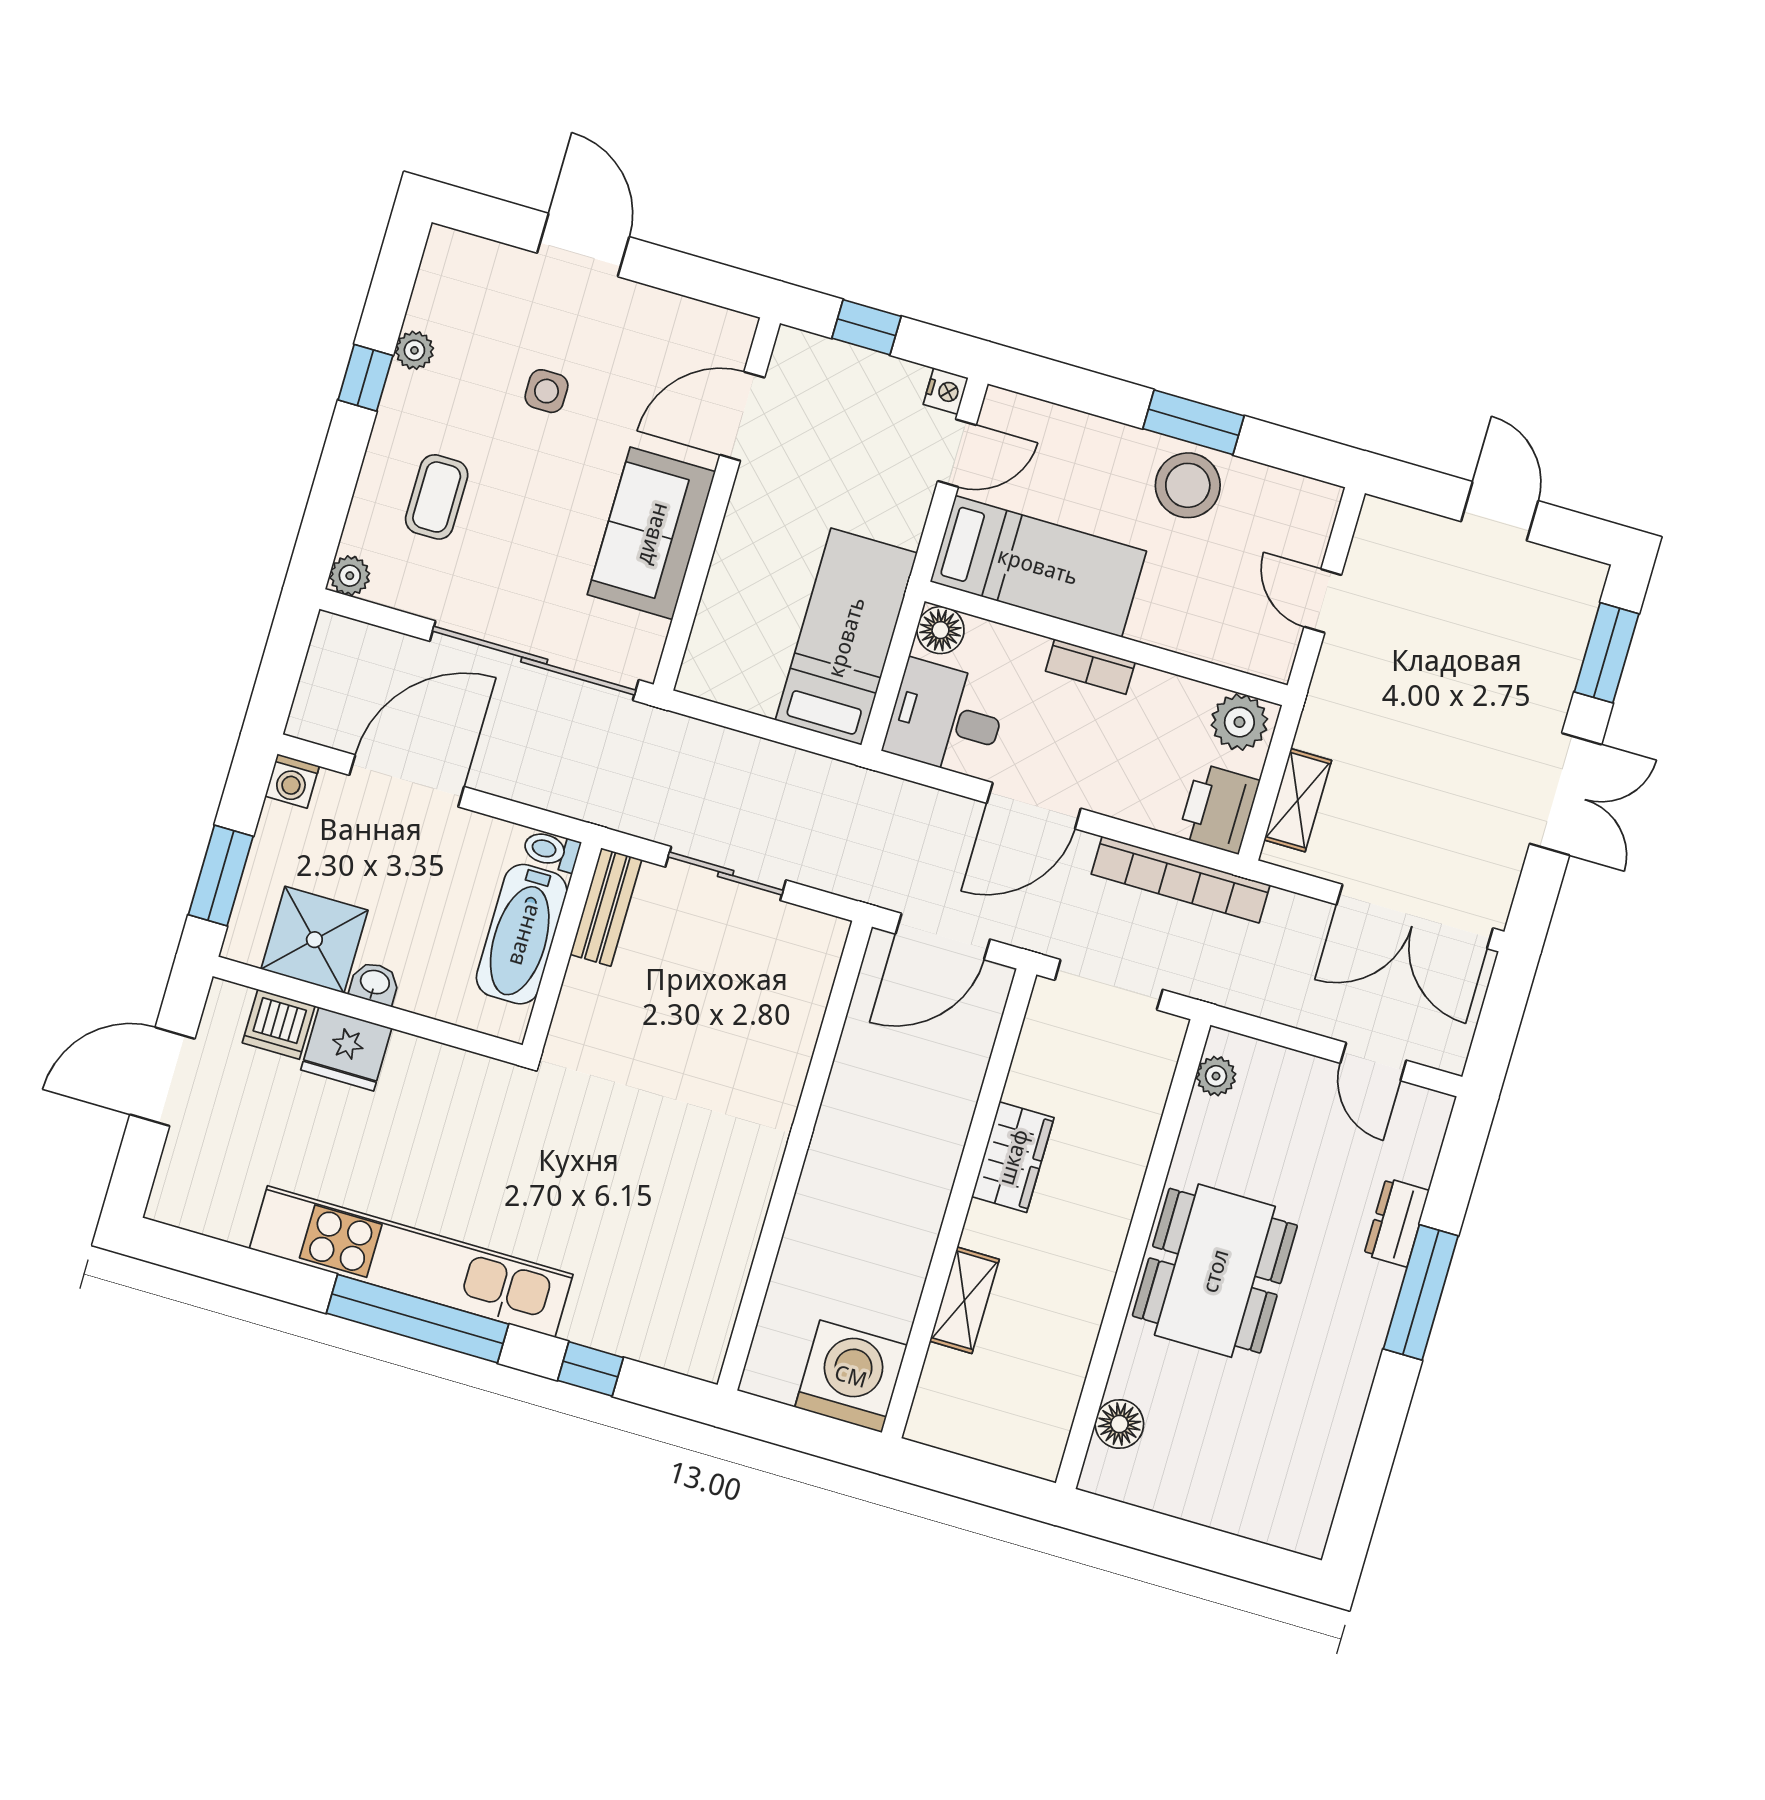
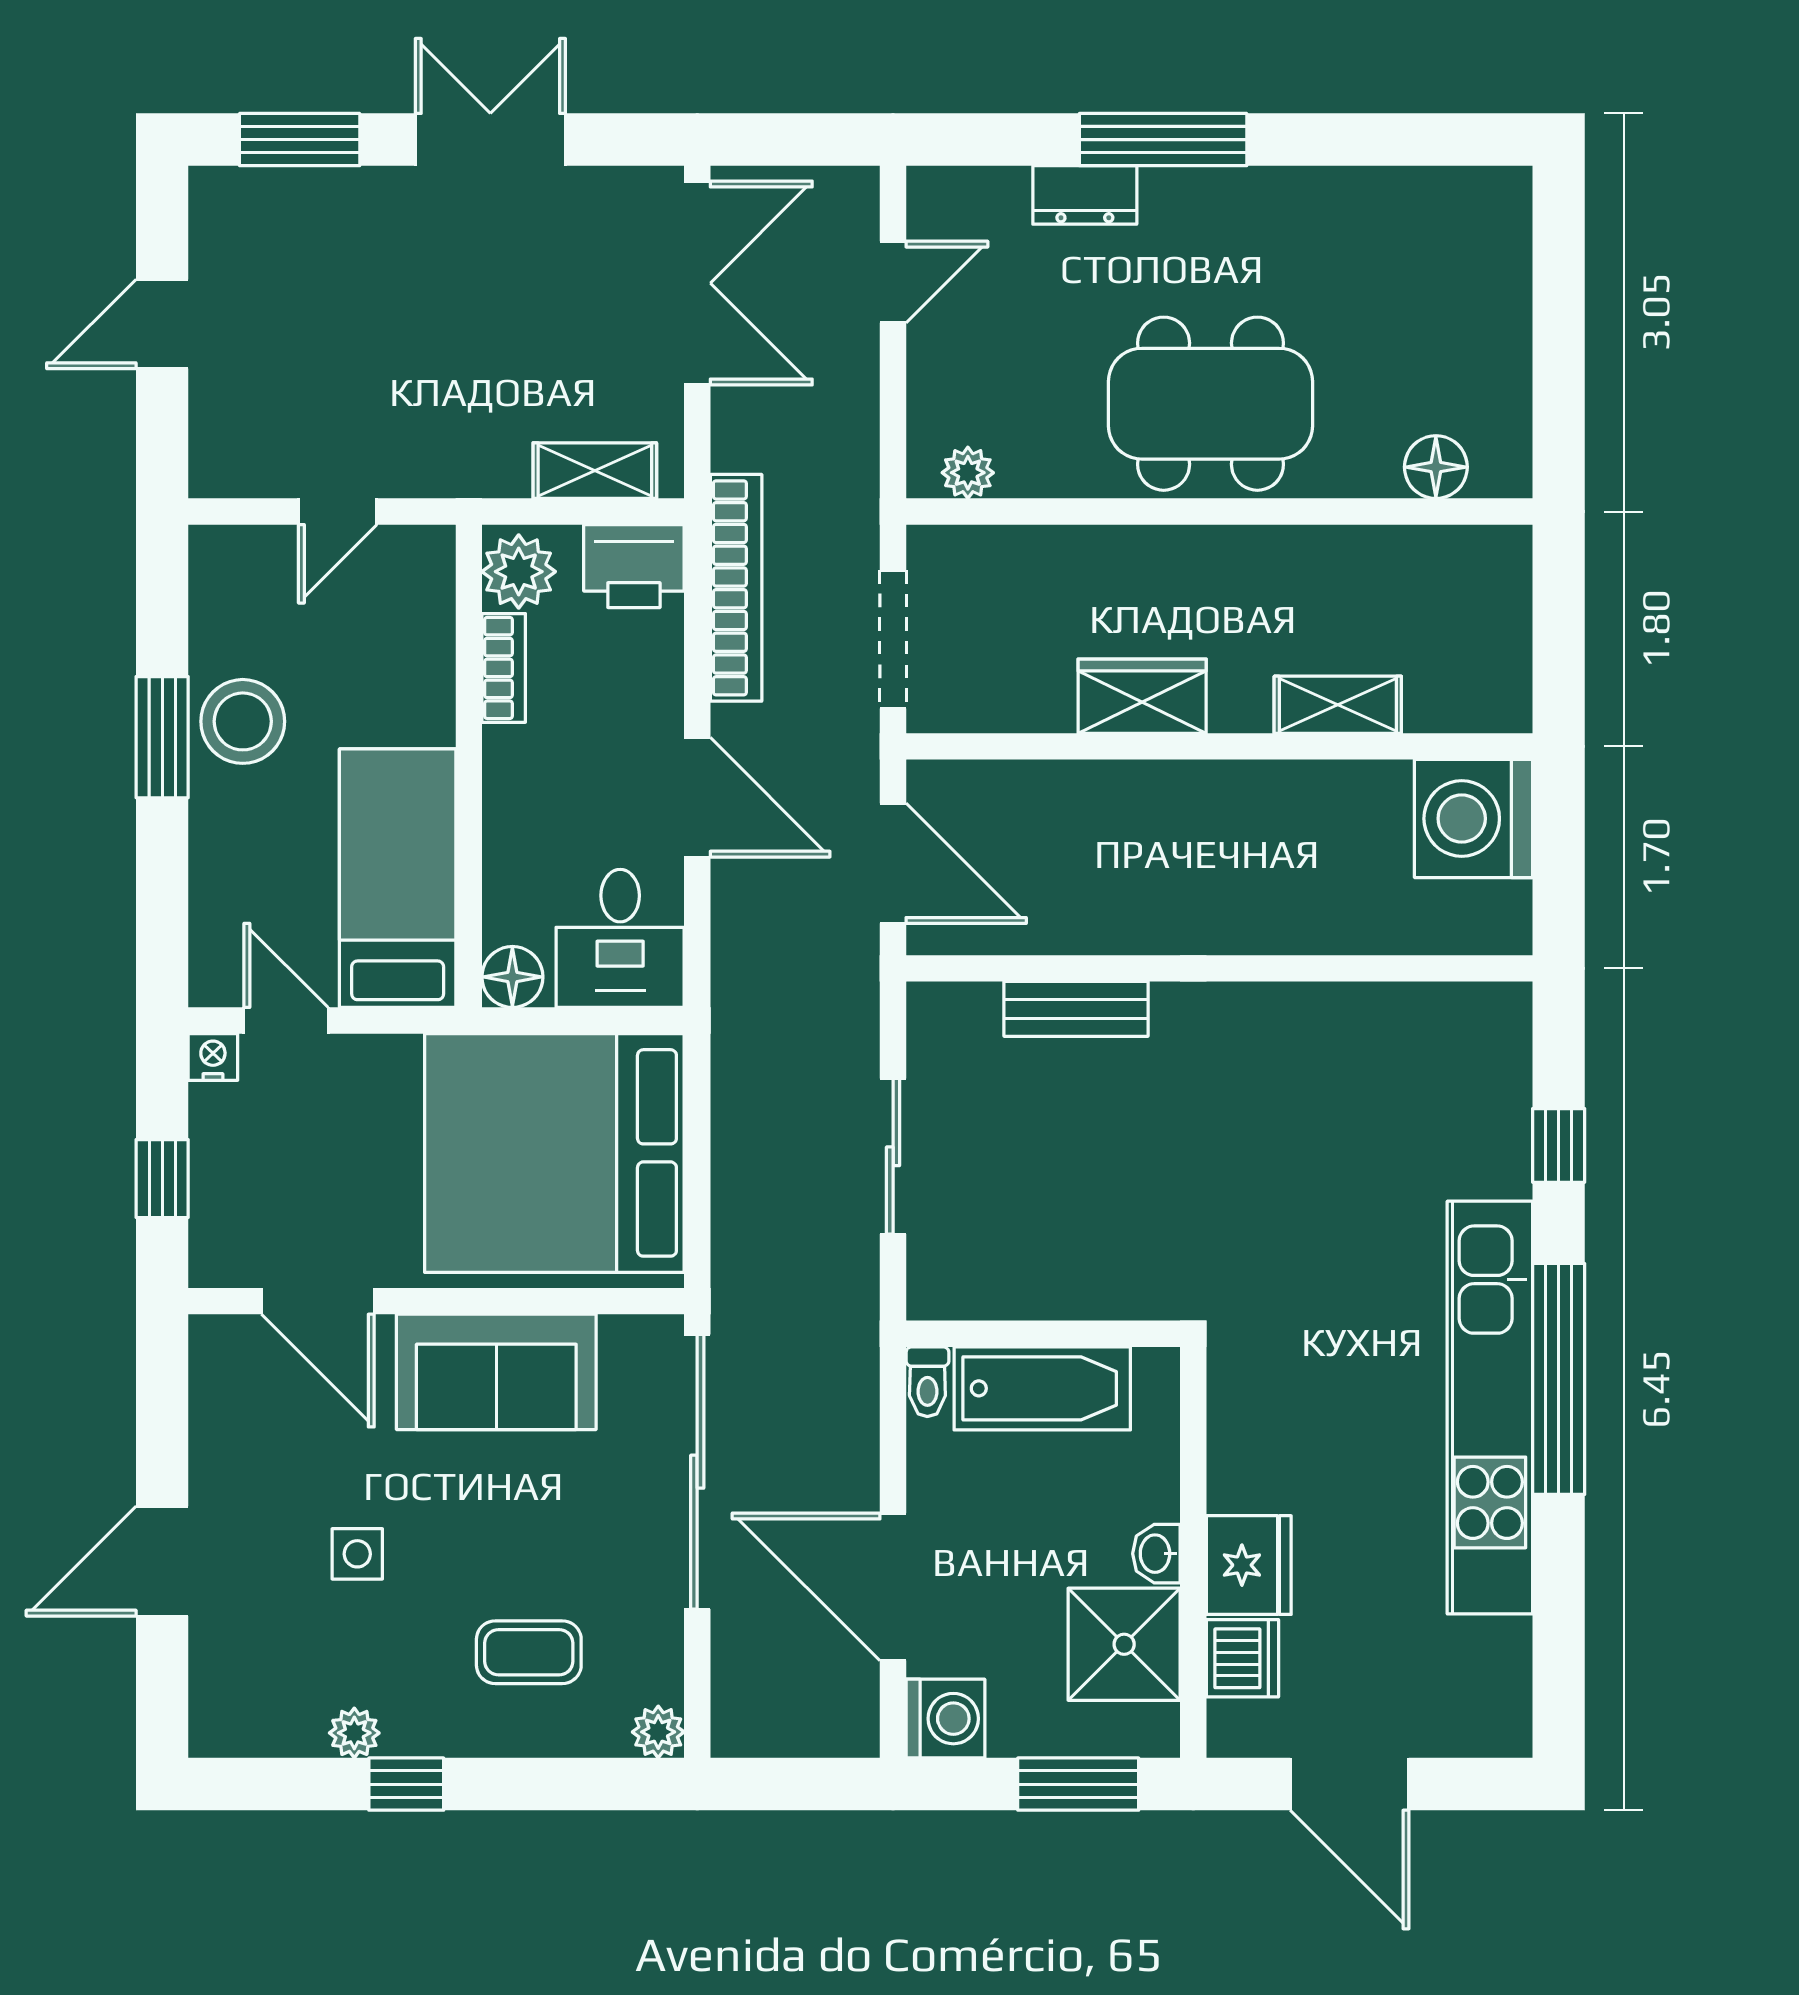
bed: (846, 637) -> (554, 1153), width x2.04
bookcase: (1090, 667) -> (504, 668), moved
washing machine: (292, 781) -> (945, 1719), width x1.38, depth x1.38
bench: (606, 907) -> (1076, 1009), moved

